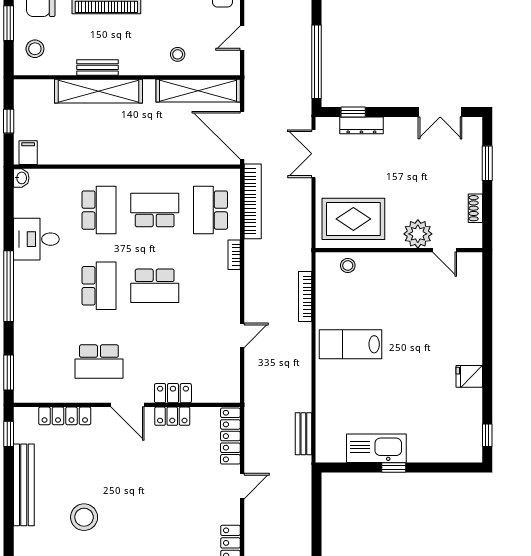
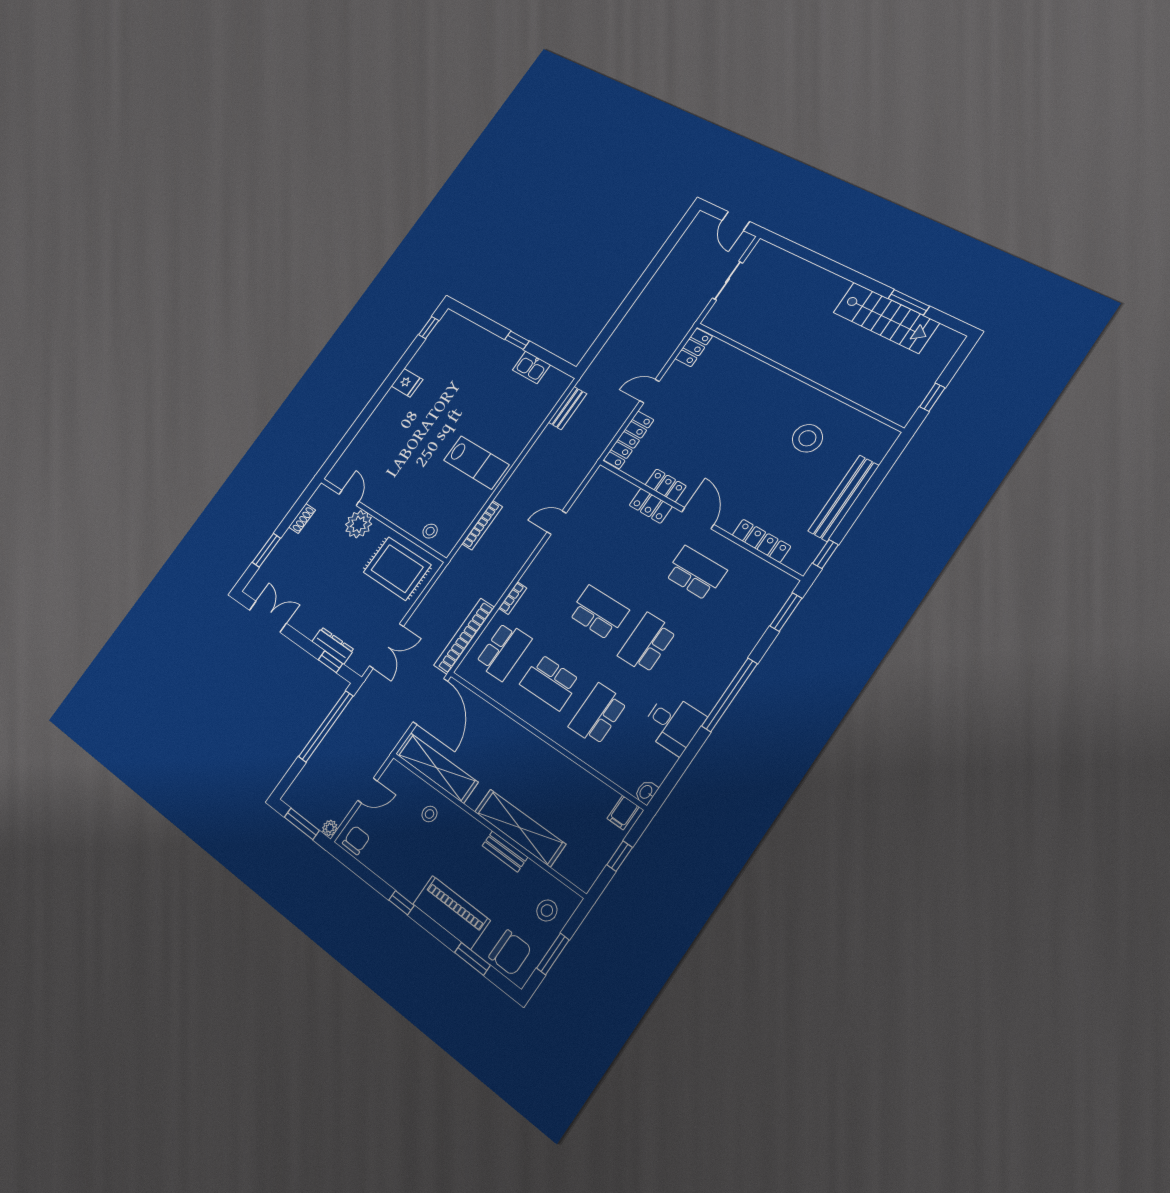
kitchen sink: (376, 448) -> (531, 367), width x0.53, depth x0.81

